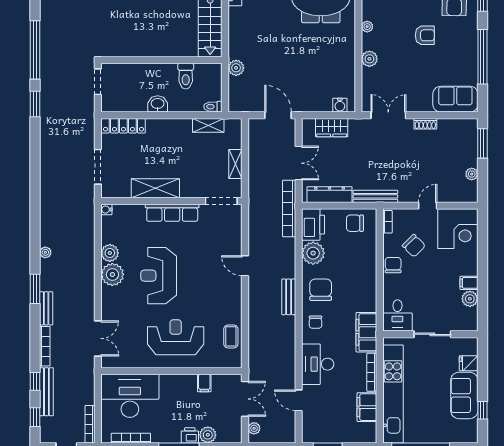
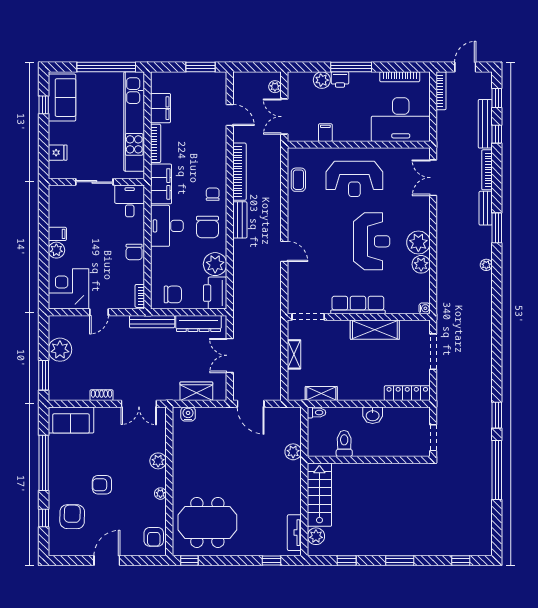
plant: (472, 174) -> (60, 350), width x1.88, depth x1.88
bookcase: (289, 209) -> (239, 172), moved
chair: (414, 246) -> (113, 272), removed
plant: (470, 299) -> (56, 250), moved
desk: (318, 364) -> (167, 226), moved, turned 180
sofa: (464, 395) -> (62, 98), moved

